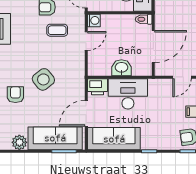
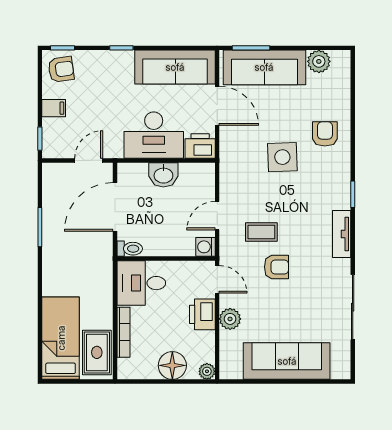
door: (182, 77) -> (89, 160), moved
side table: (43, 79) -> (282, 157), turned 37
armchair: (15, 95) -> (325, 134), turned 180
door: (86, 113) -> (217, 106), hinge flipped

